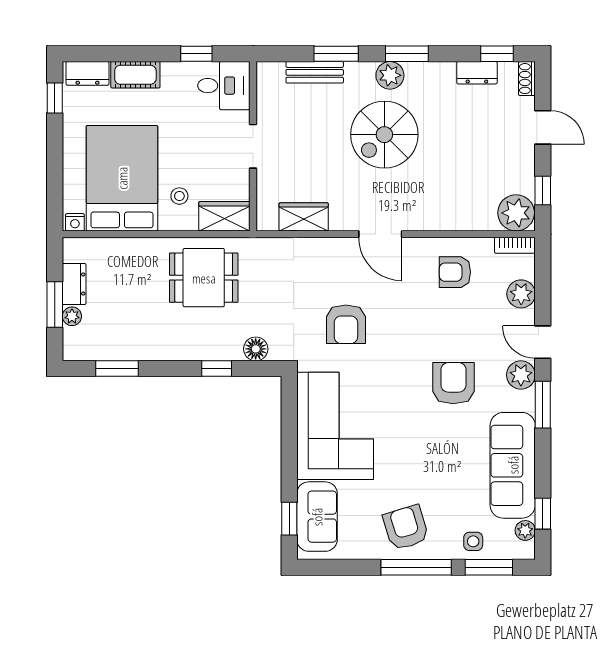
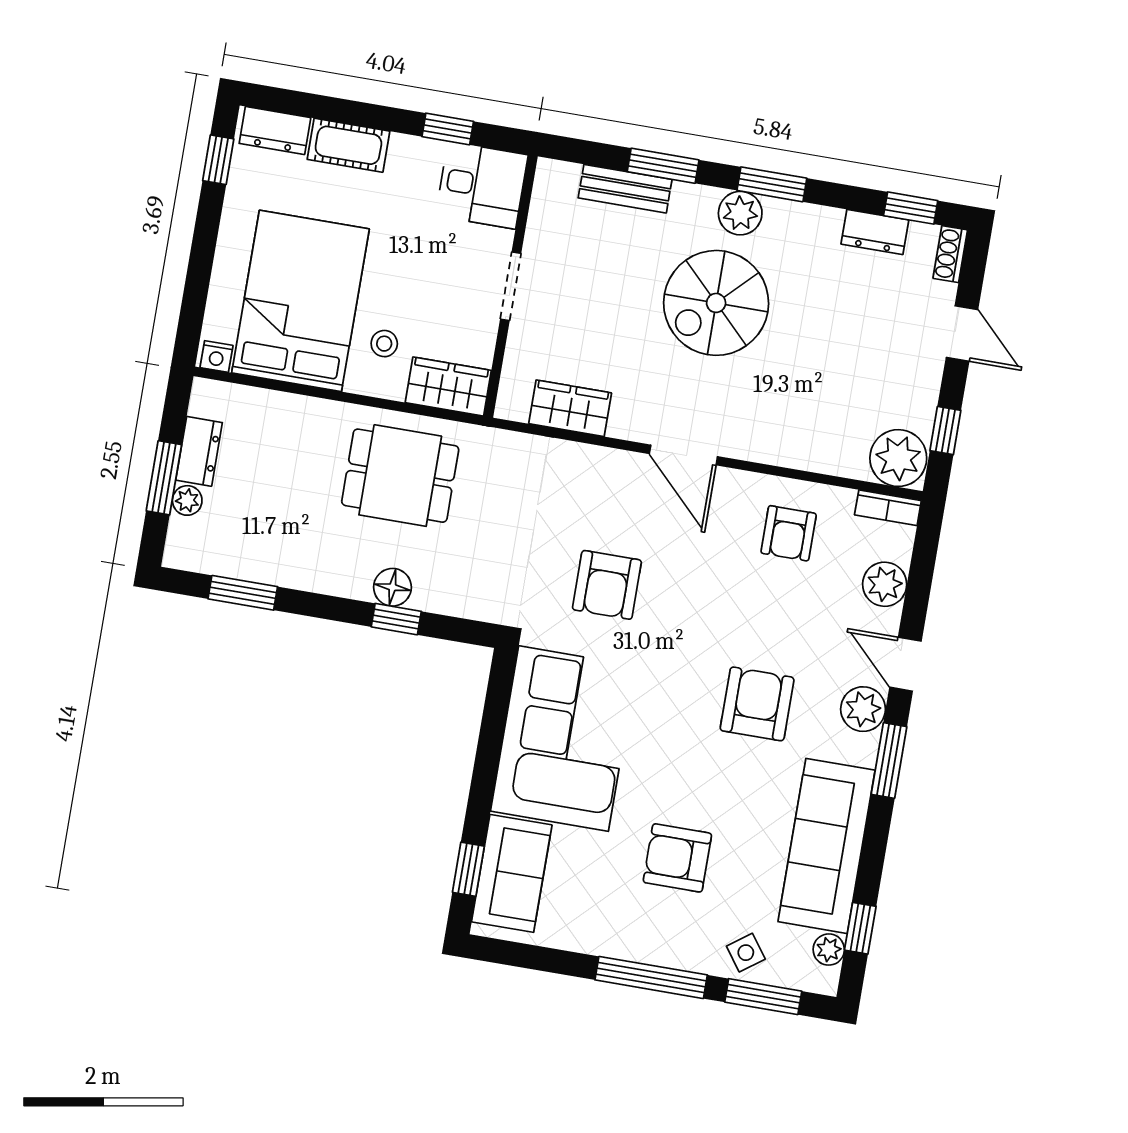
armchair: (455, 272) -> (789, 533), turned -90
floor lamp: (256, 349) -> (392, 587), moved
armchair: (406, 528) -> (677, 858), moved, turned -73
side table: (473, 541) -> (746, 953), turned -36

